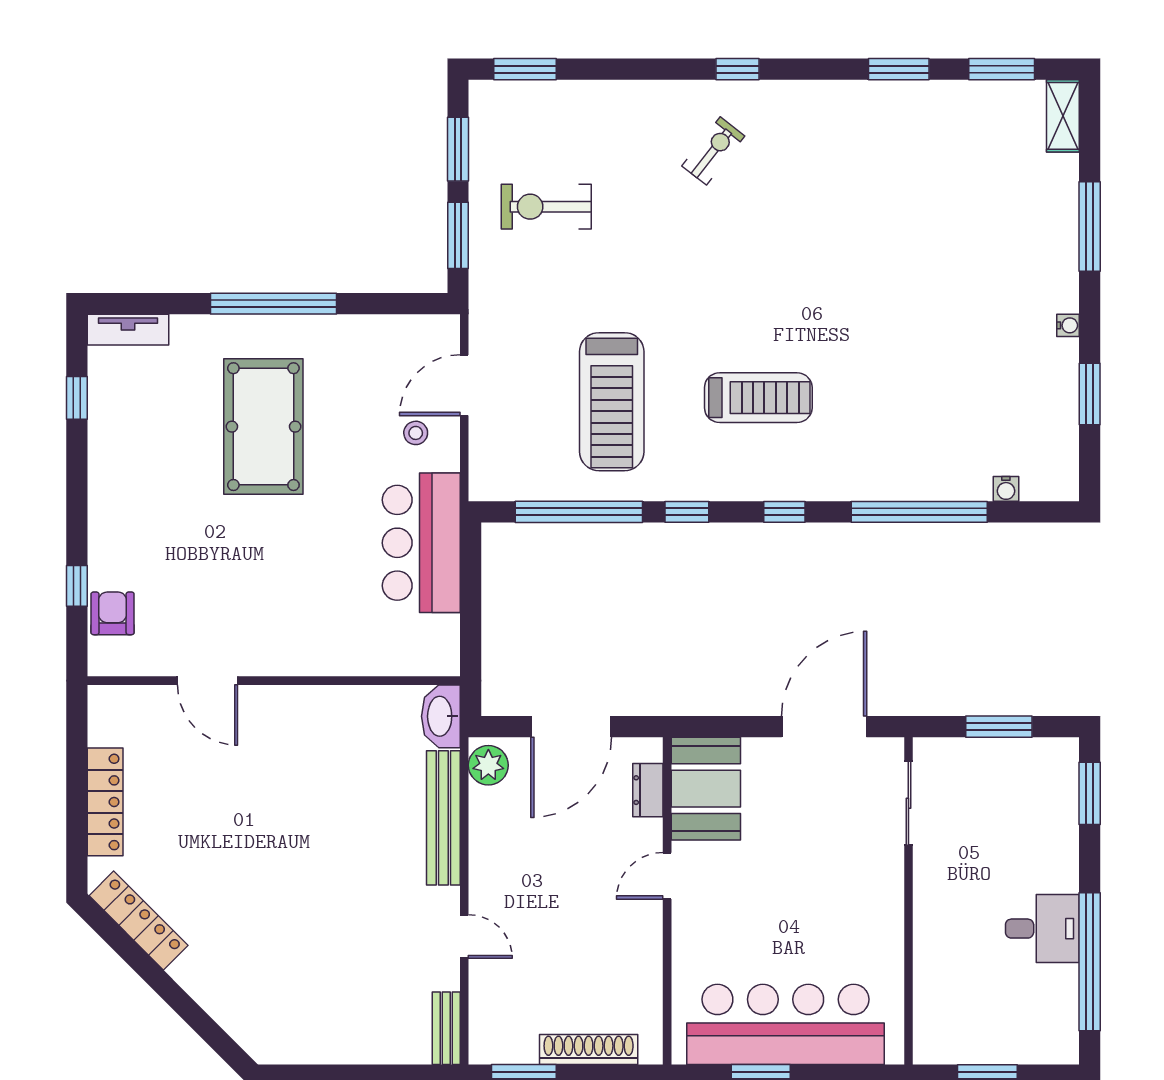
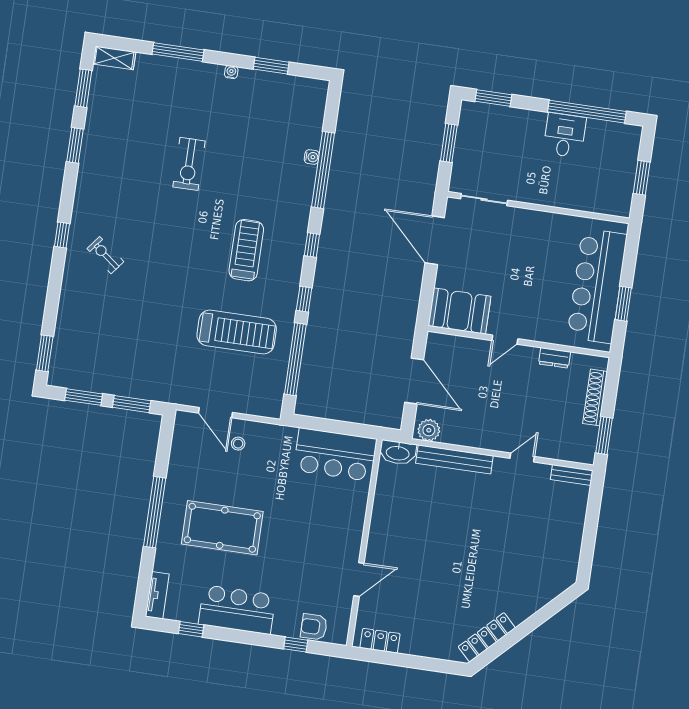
exercise bike: (546, 207) -> (189, 164), moved
bar counter: (123, 474) -> (237, 610), added
water cooler: (1006, 489) -> (312, 157), moved
bar counter: (421, 543) -> (335, 455), moved
dresser: (648, 790) -> (554, 358), moved
locker: (105, 802) -> (380, 641), moved, width x0.66
door: (667, 876) -> (505, 340), hinge flipped

